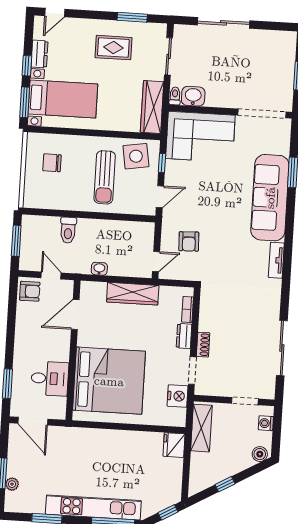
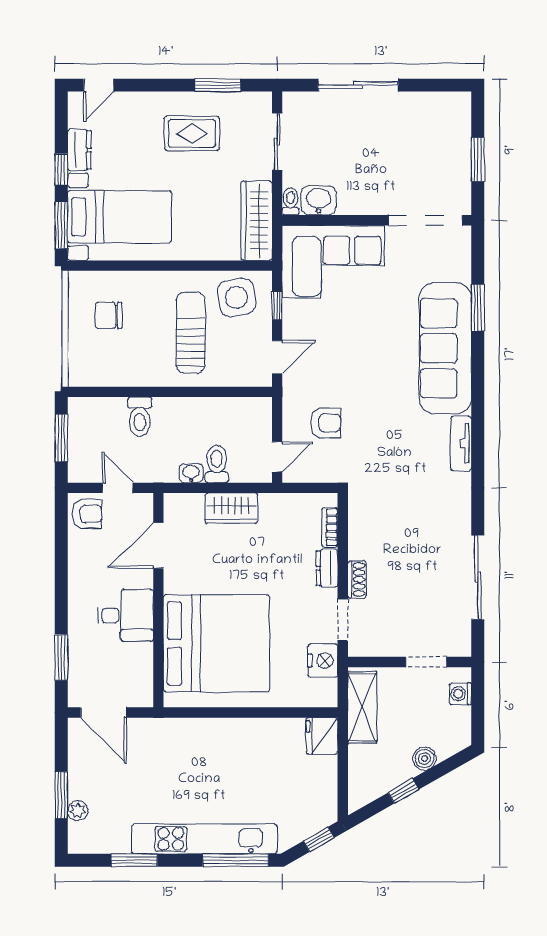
sun lounger: (105, 177) -> (191, 333), turned 180
armchair: (189, 241) -> (325, 423), turned -88
toilet: (116, 264) -> (217, 464), added
wardrobe: (133, 294) -> (231, 508), width x0.67
desk: (50, 379) -> (125, 616), moved
boiler: (260, 454) -> (424, 759), moved

